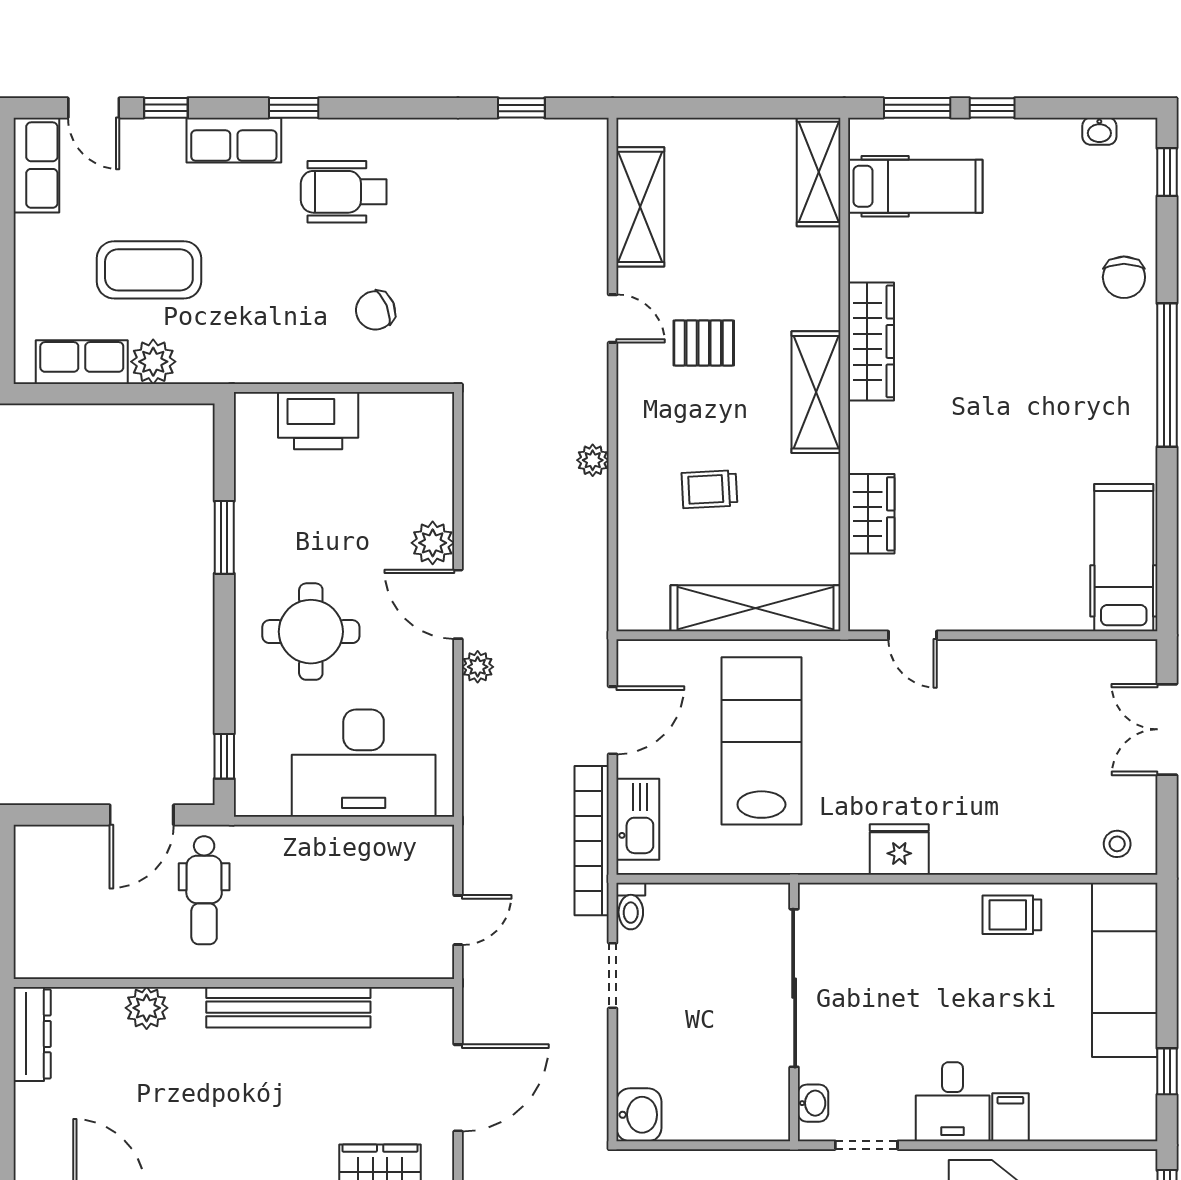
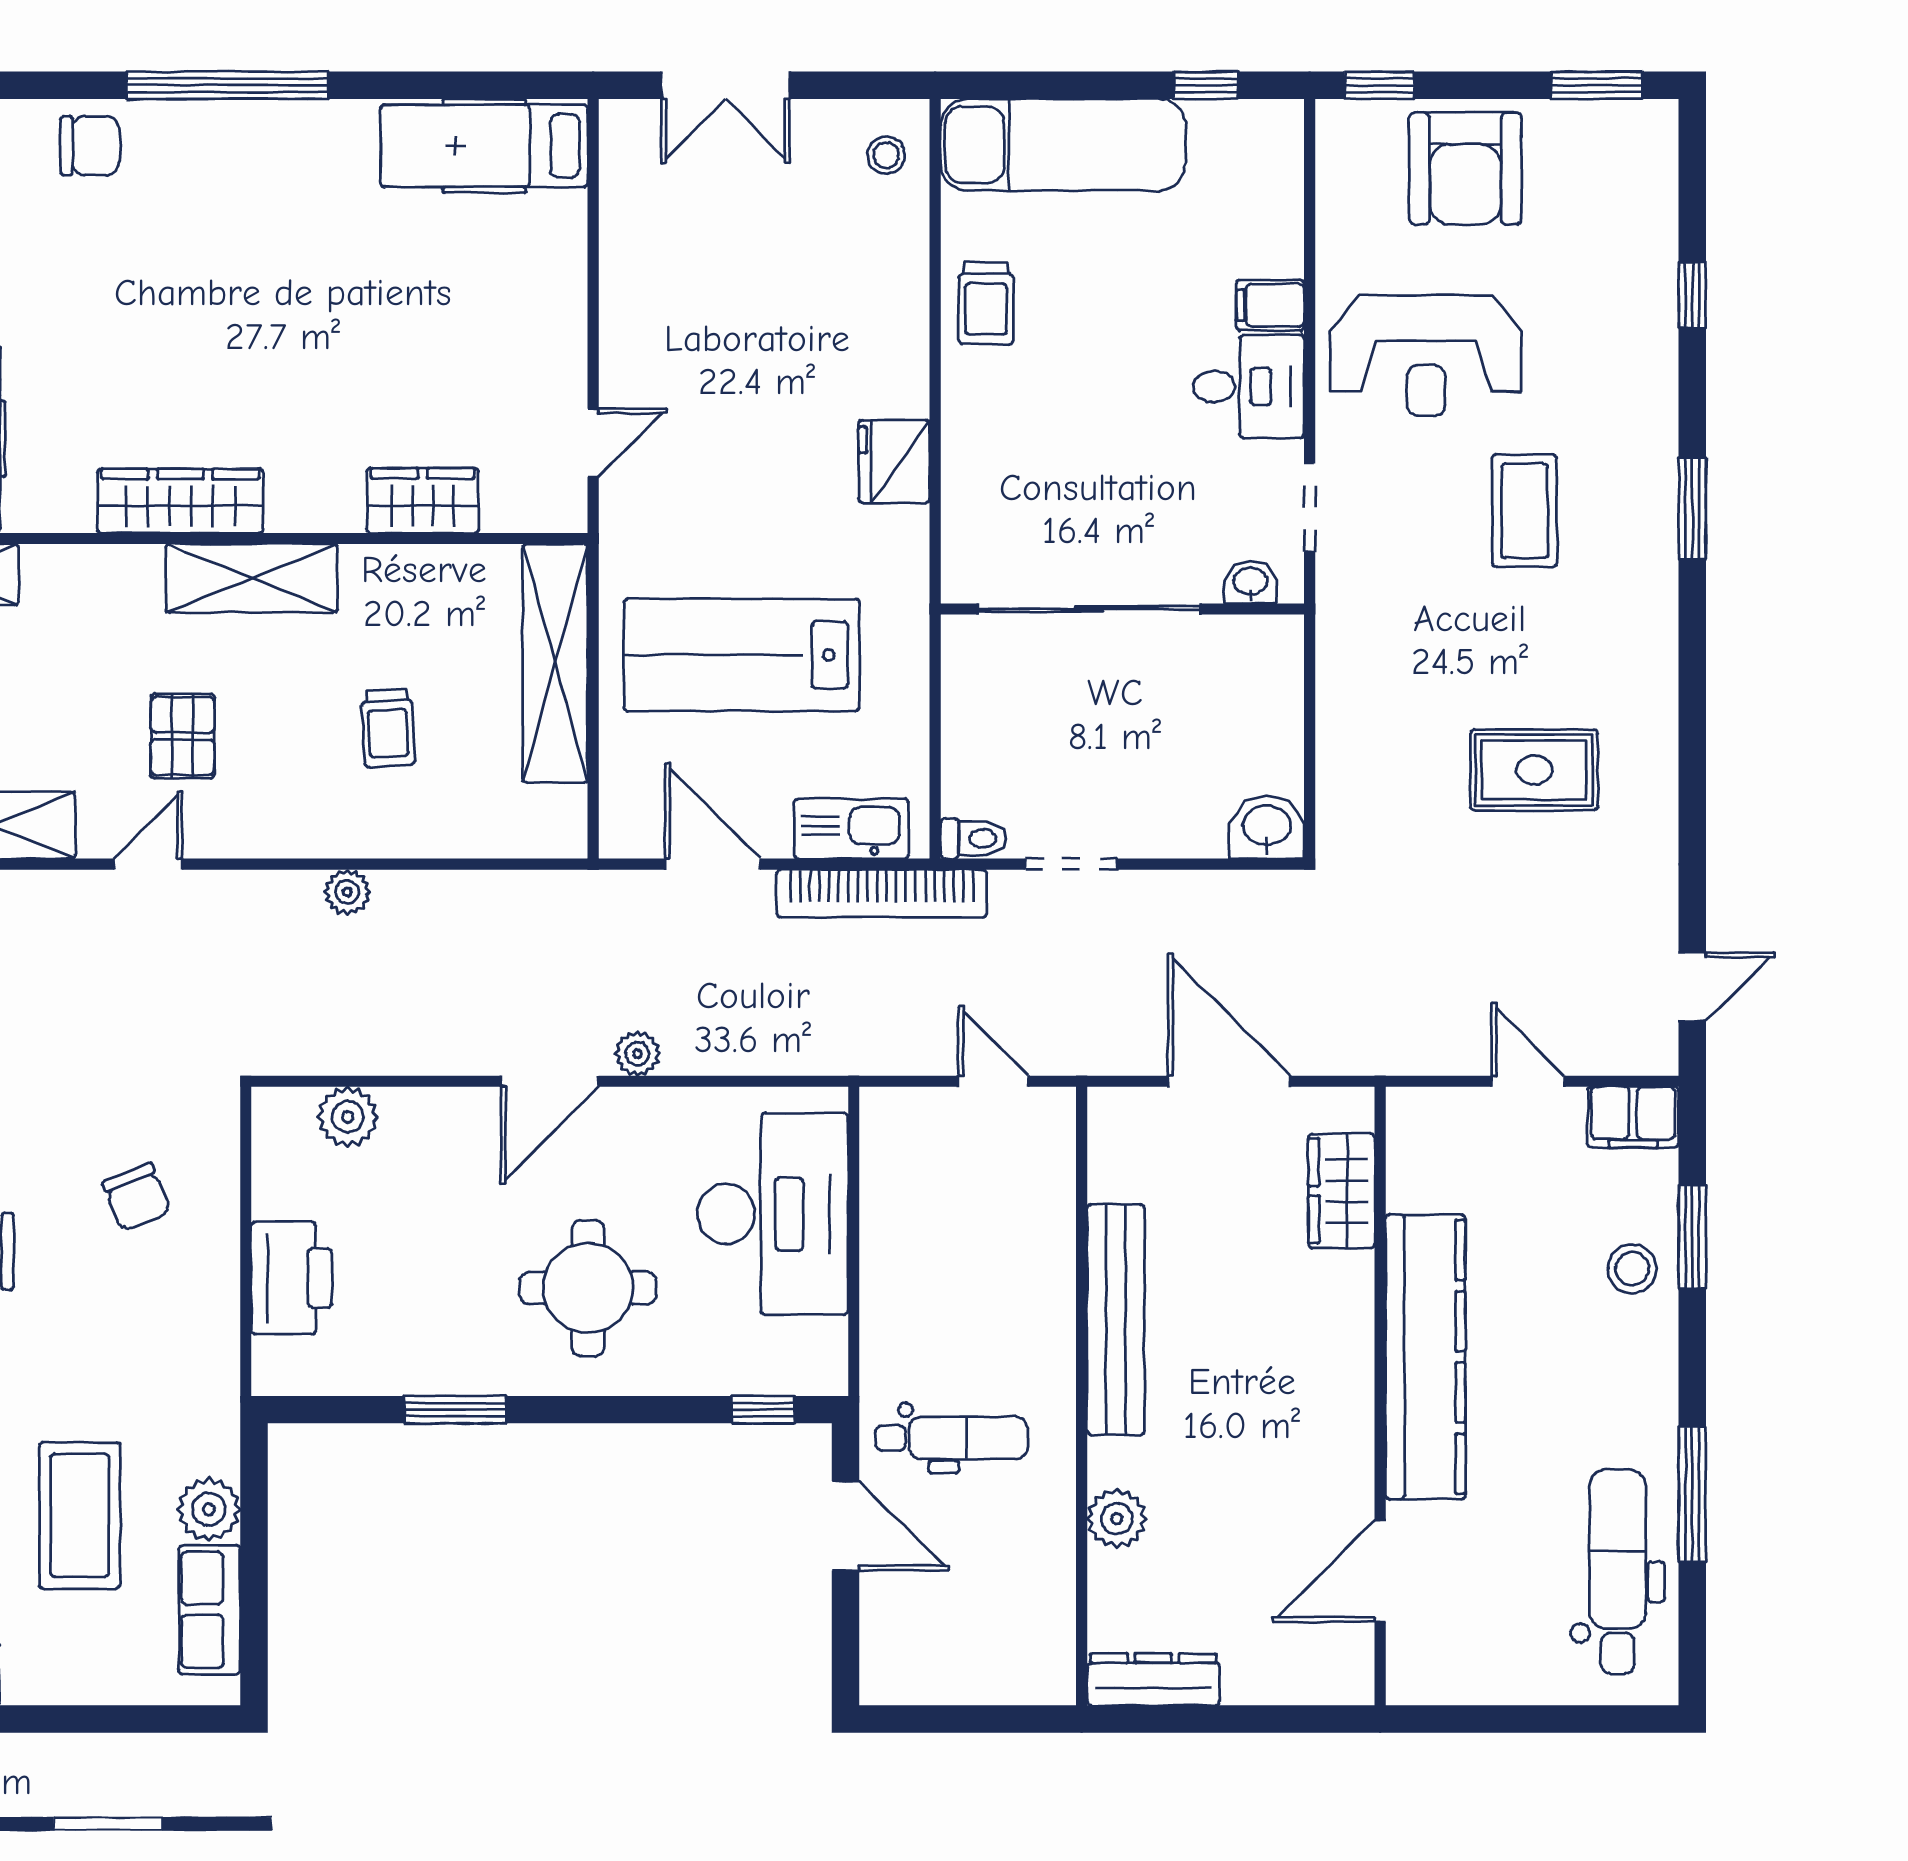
plant: (433, 543) -> (348, 1117), moved

